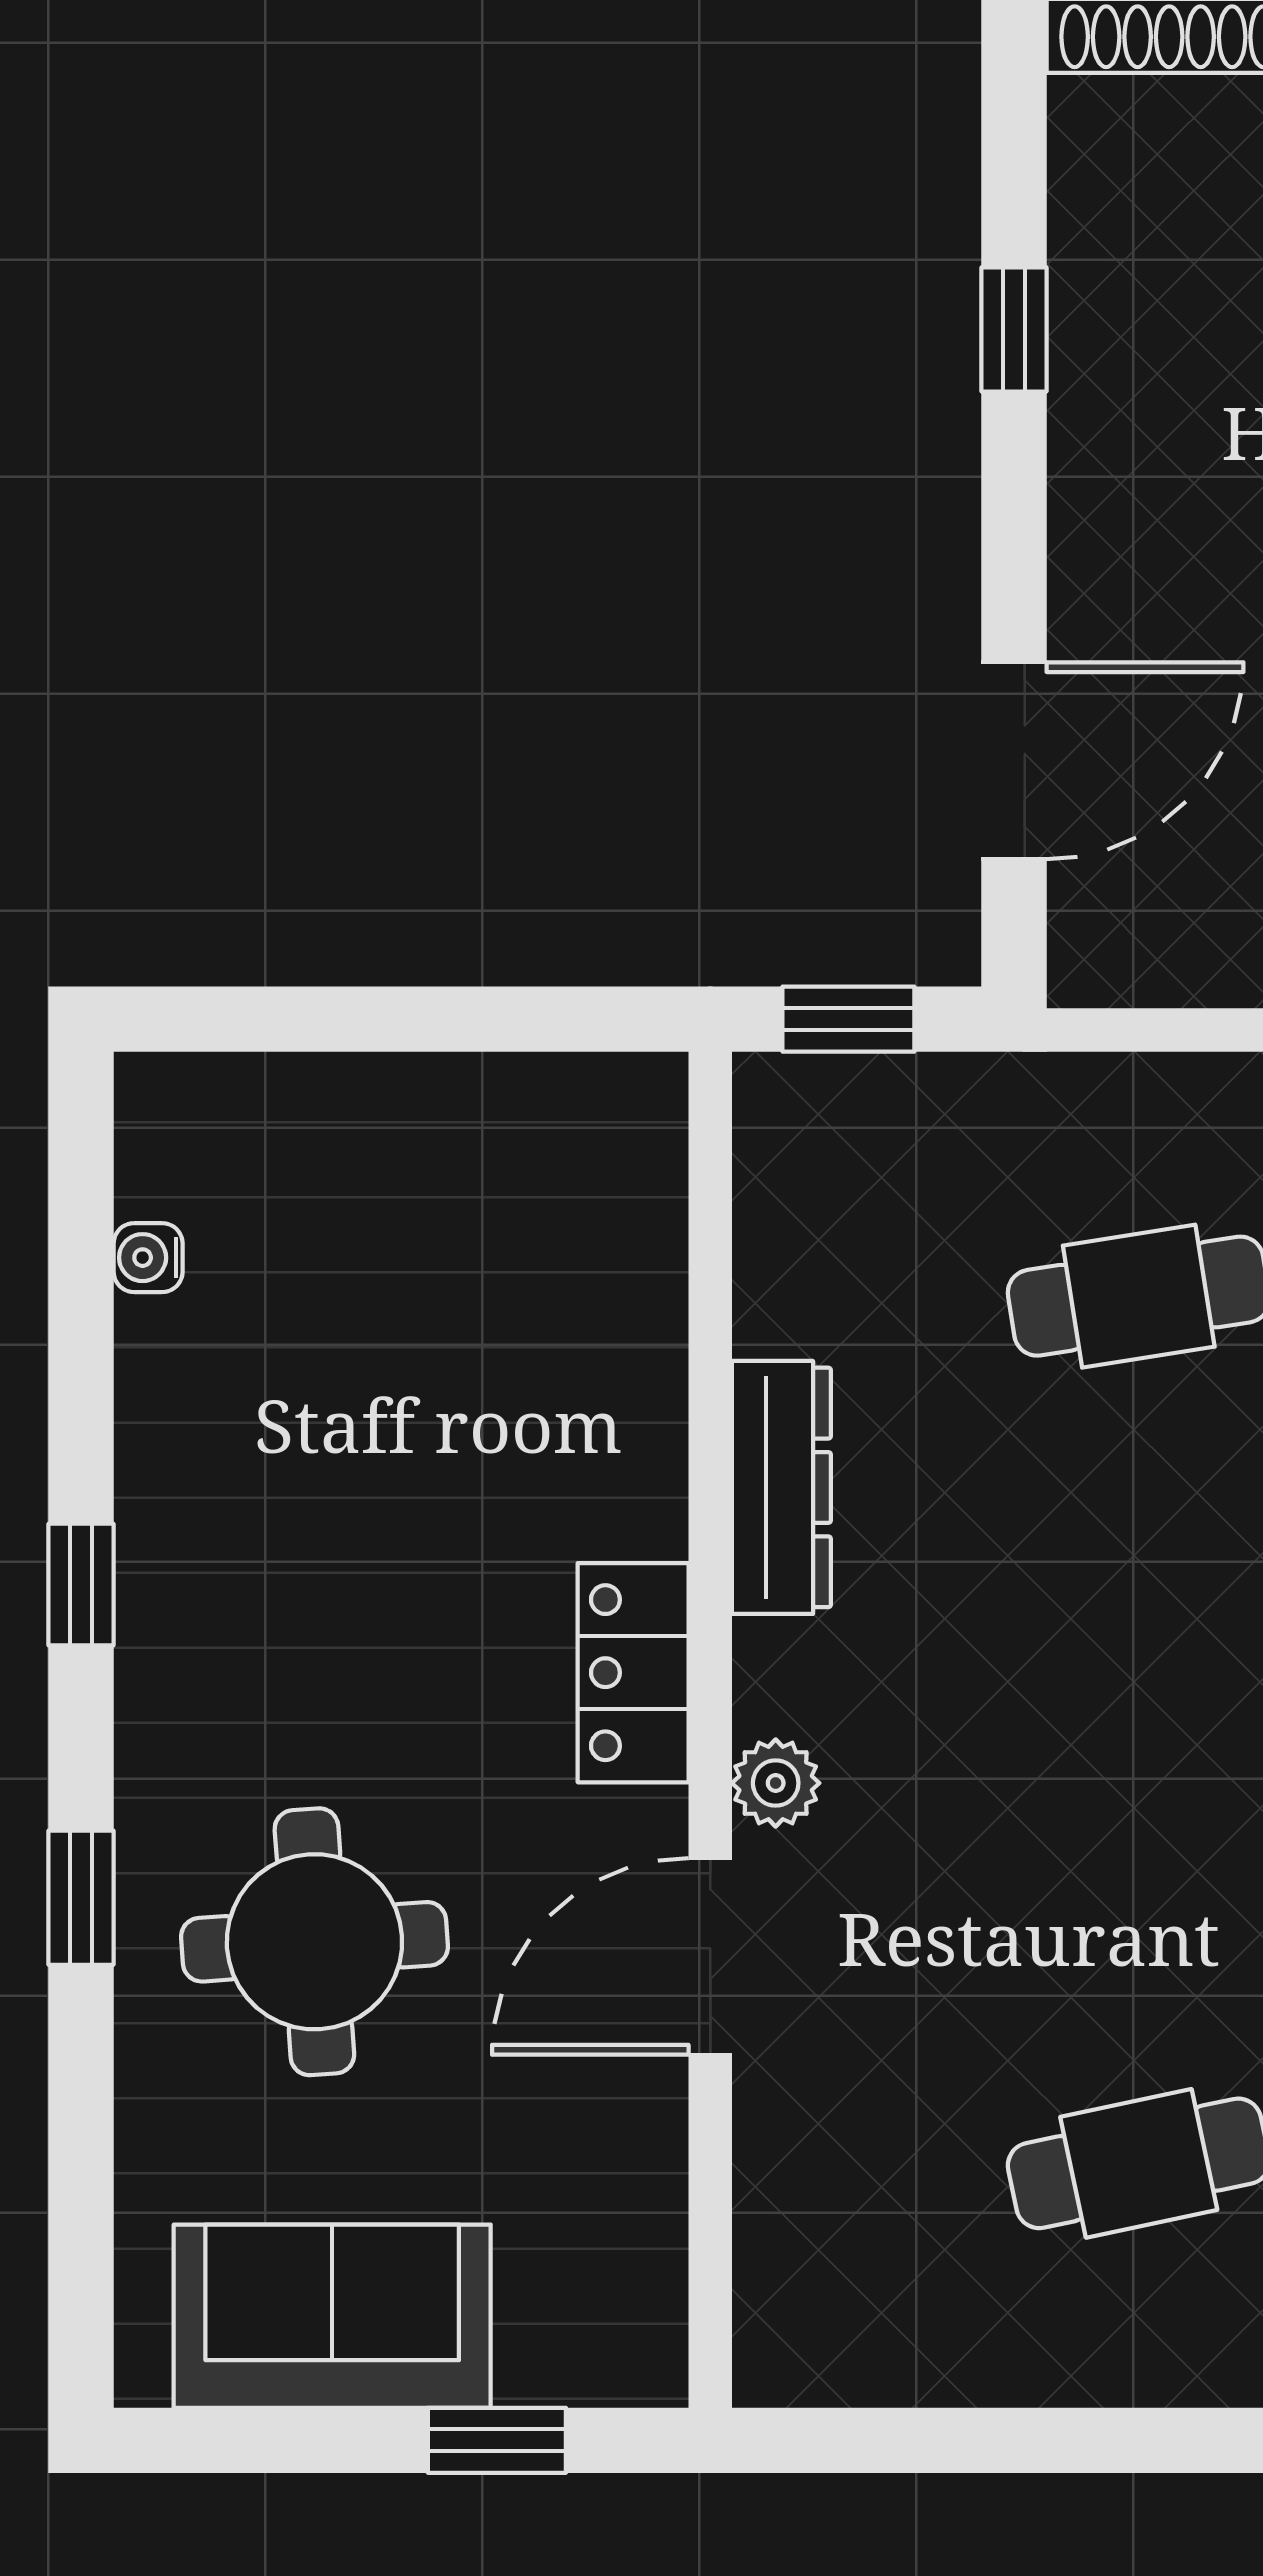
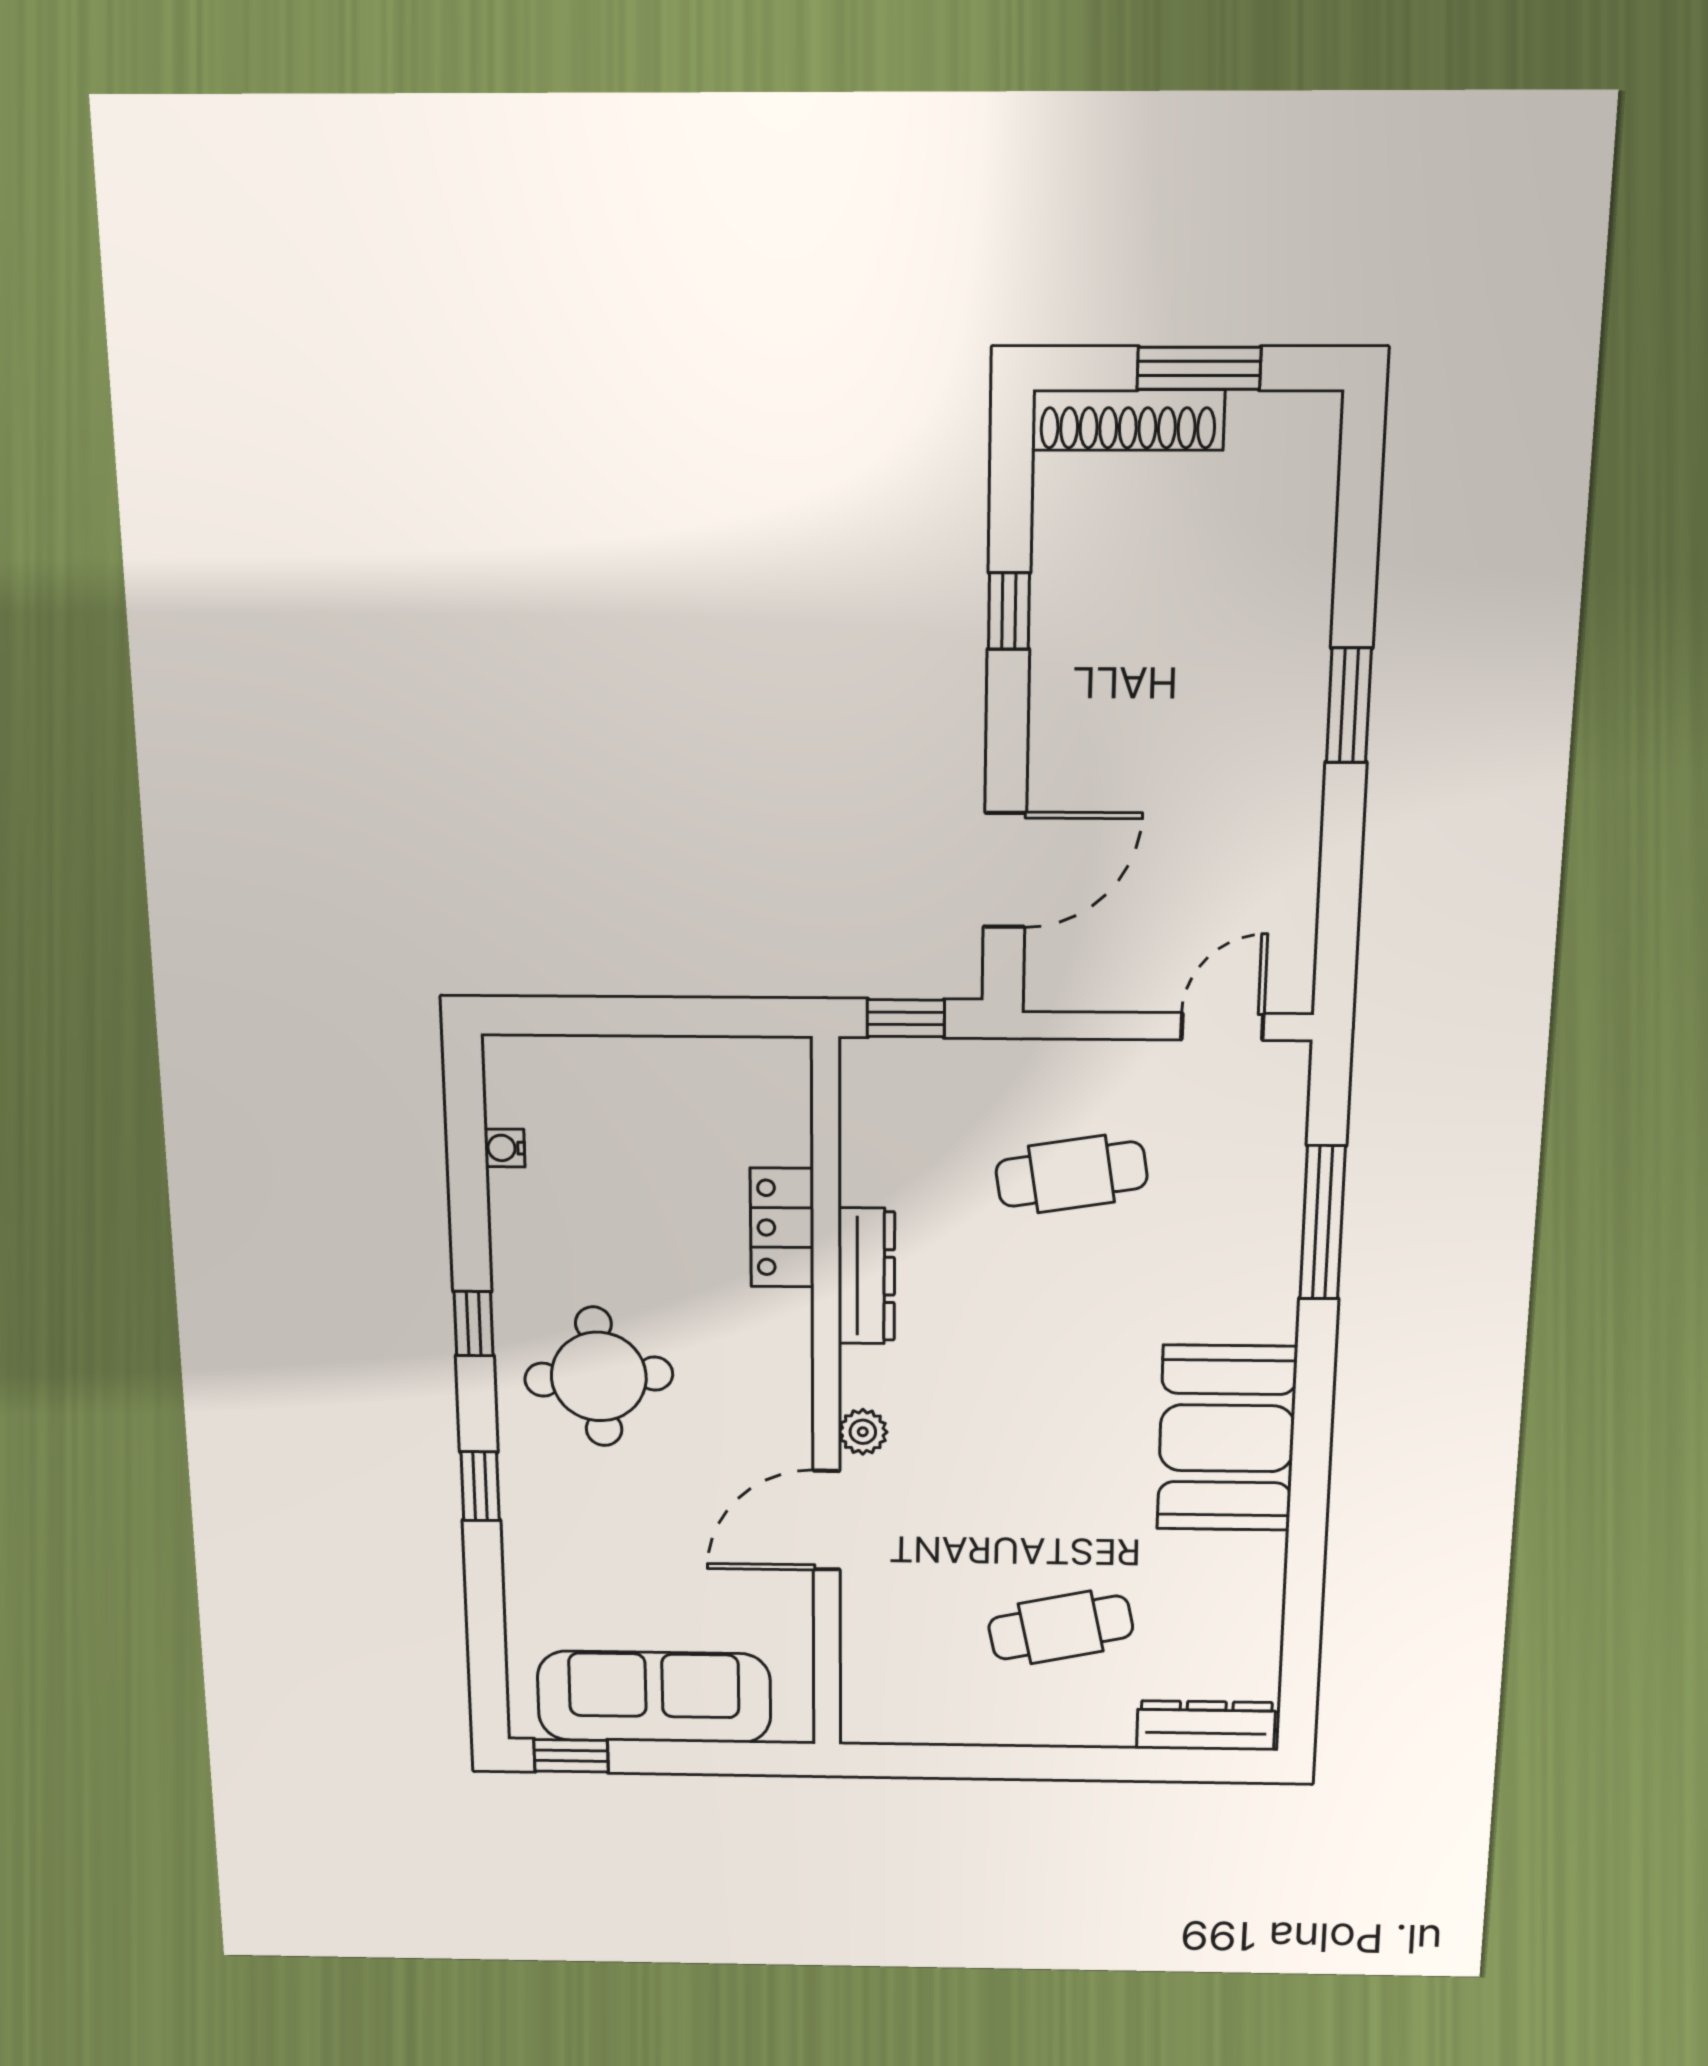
locker: (633, 1673) -> (782, 1228), moved
round table: (314, 1942) -> (599, 1377), moved
sofa: (332, 2316) -> (654, 1697), width x1.36
window: (497, 2440) -> (571, 1756), moved

